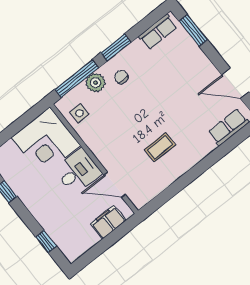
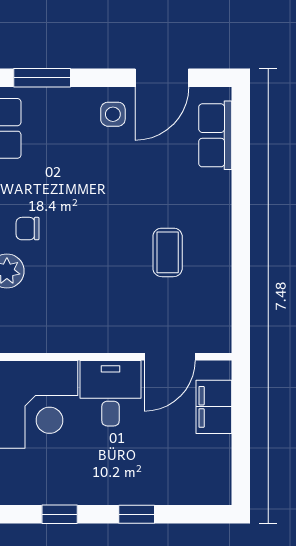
side table: (80, 113) -> (113, 114), moved
window: (46, 242) -> (137, 514), moved

